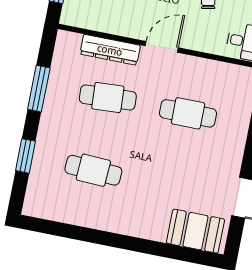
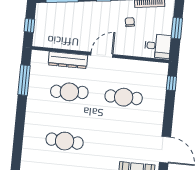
window: (39, 89) -> (24, 80), moved
window: (25, 156) -> (19, 136), removed

